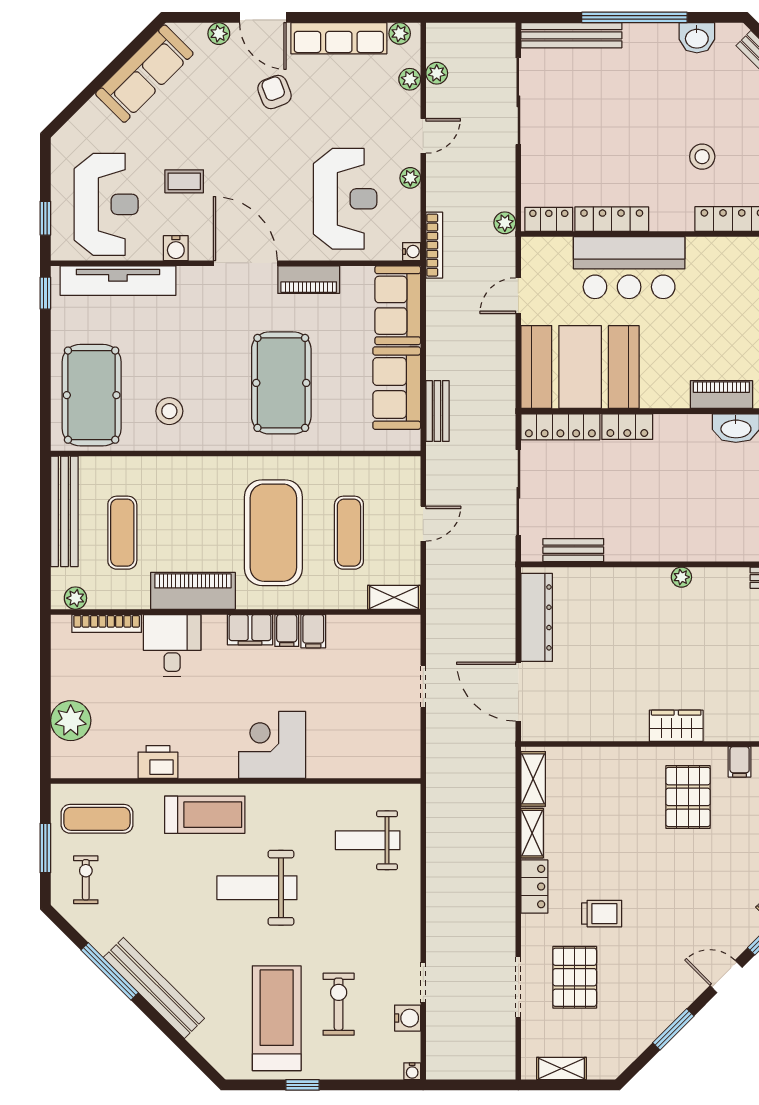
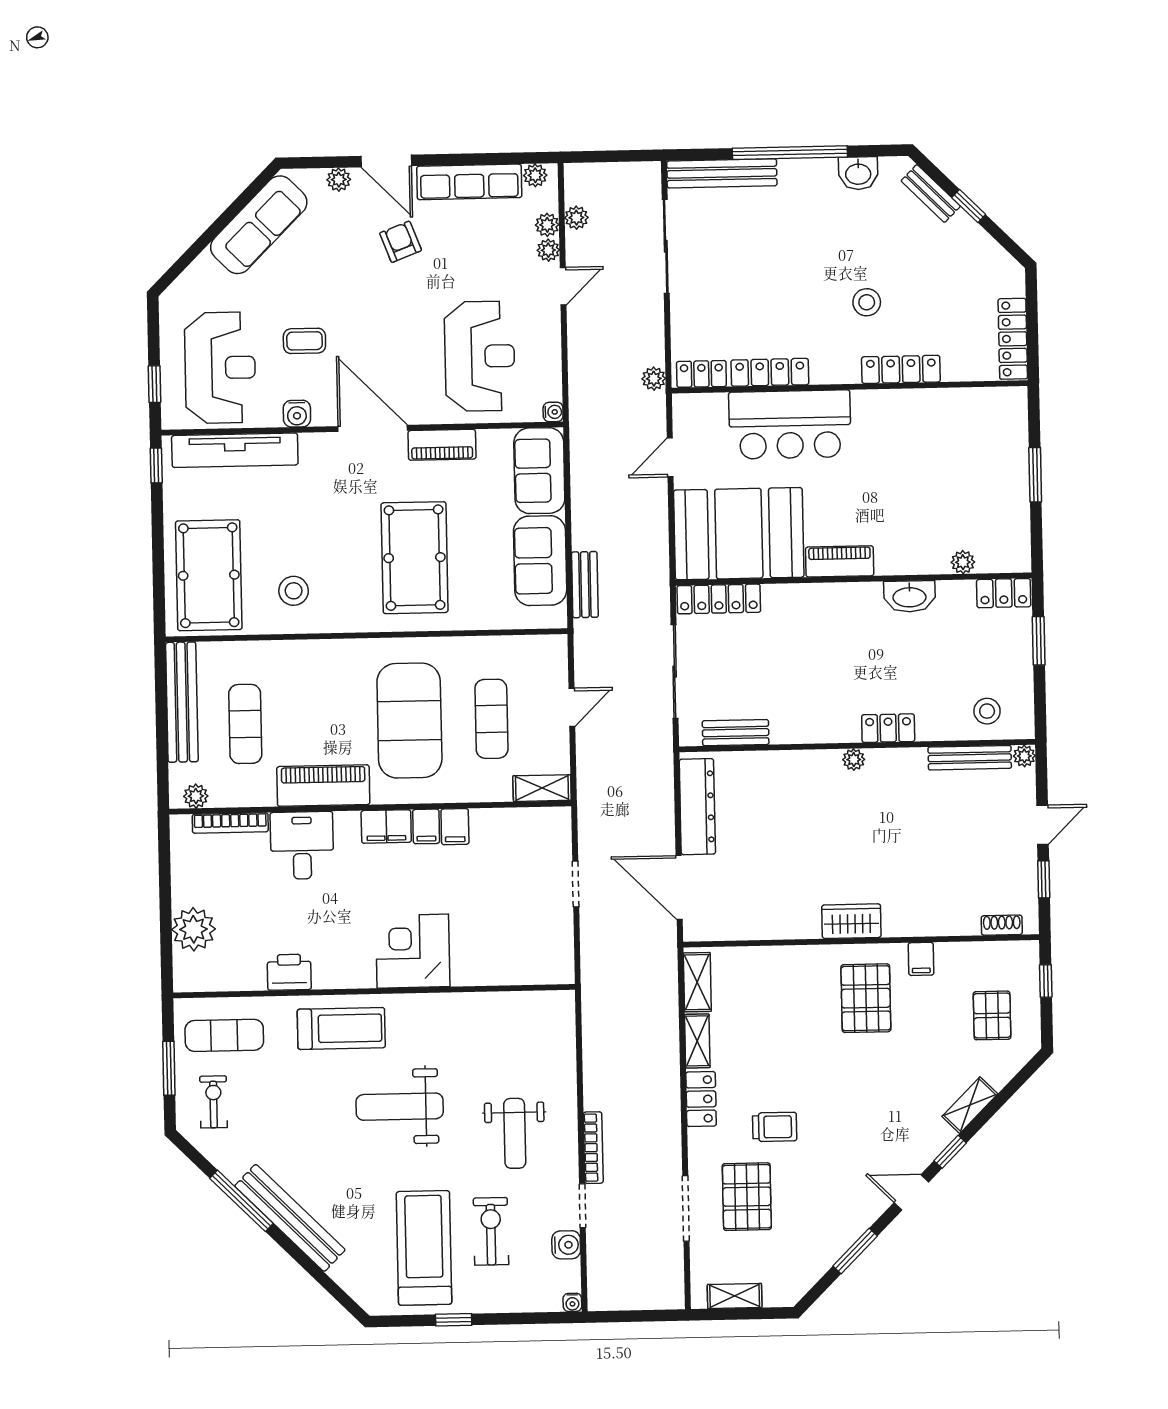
plant: (410, 178) -> (548, 250), moved
bookcase: (434, 245) -> (593, 1148), moved
piano: (721, 395) -> (840, 561), moved
locker: (627, 427) -> (888, 728), moved, turned 180
weight bench: (368, 840) -> (515, 1133), moved, turned -90

